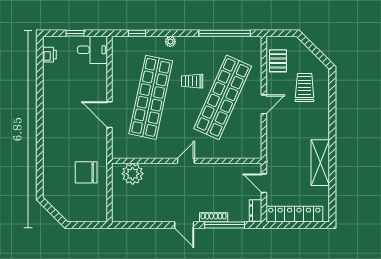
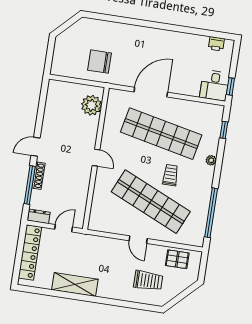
window: (75, 33) -> (230, 86), moved
door: (110, 115) -> (151, 92), width x1.36
chair: (86, 172) -> (99, 62), turned -90

